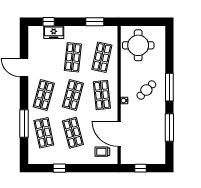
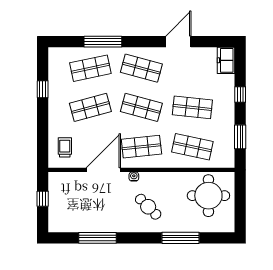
window: (49, 22) -> (240, 94), moved
freezer: (54, 32) -> (226, 60), moved
window: (169, 87) -> (180, 238), moved
door: (119, 134) -> (103, 170), moved

